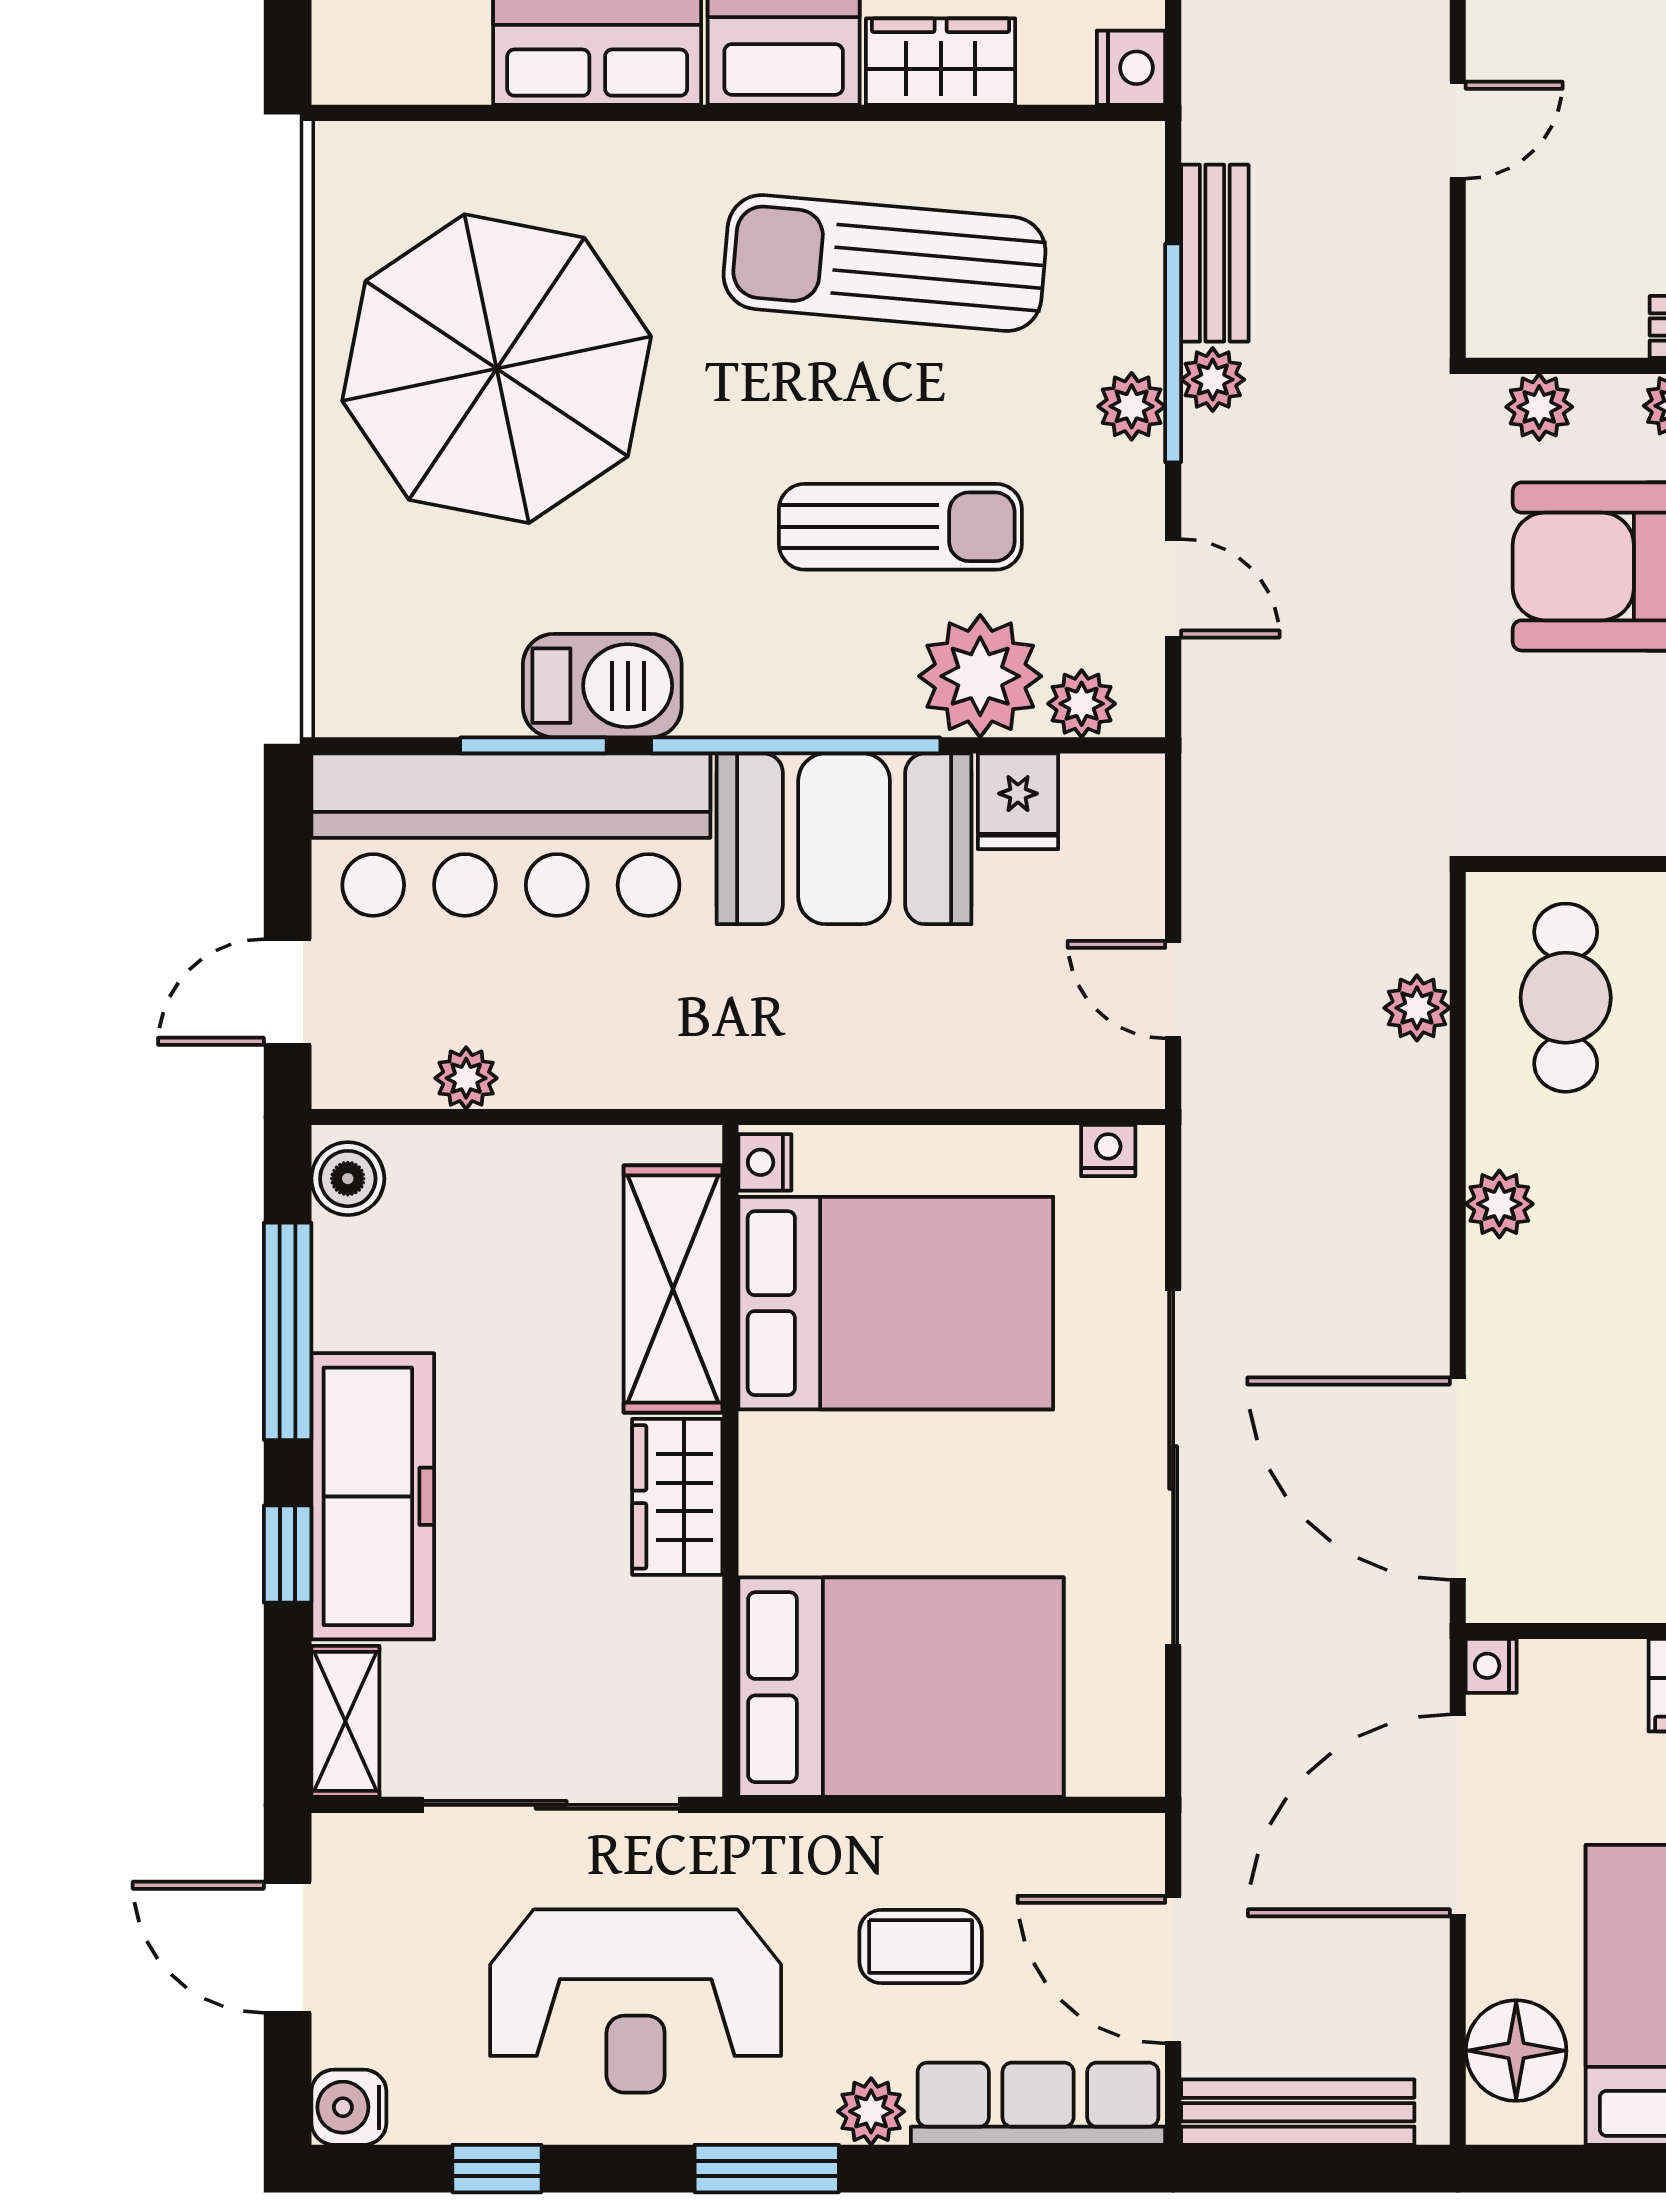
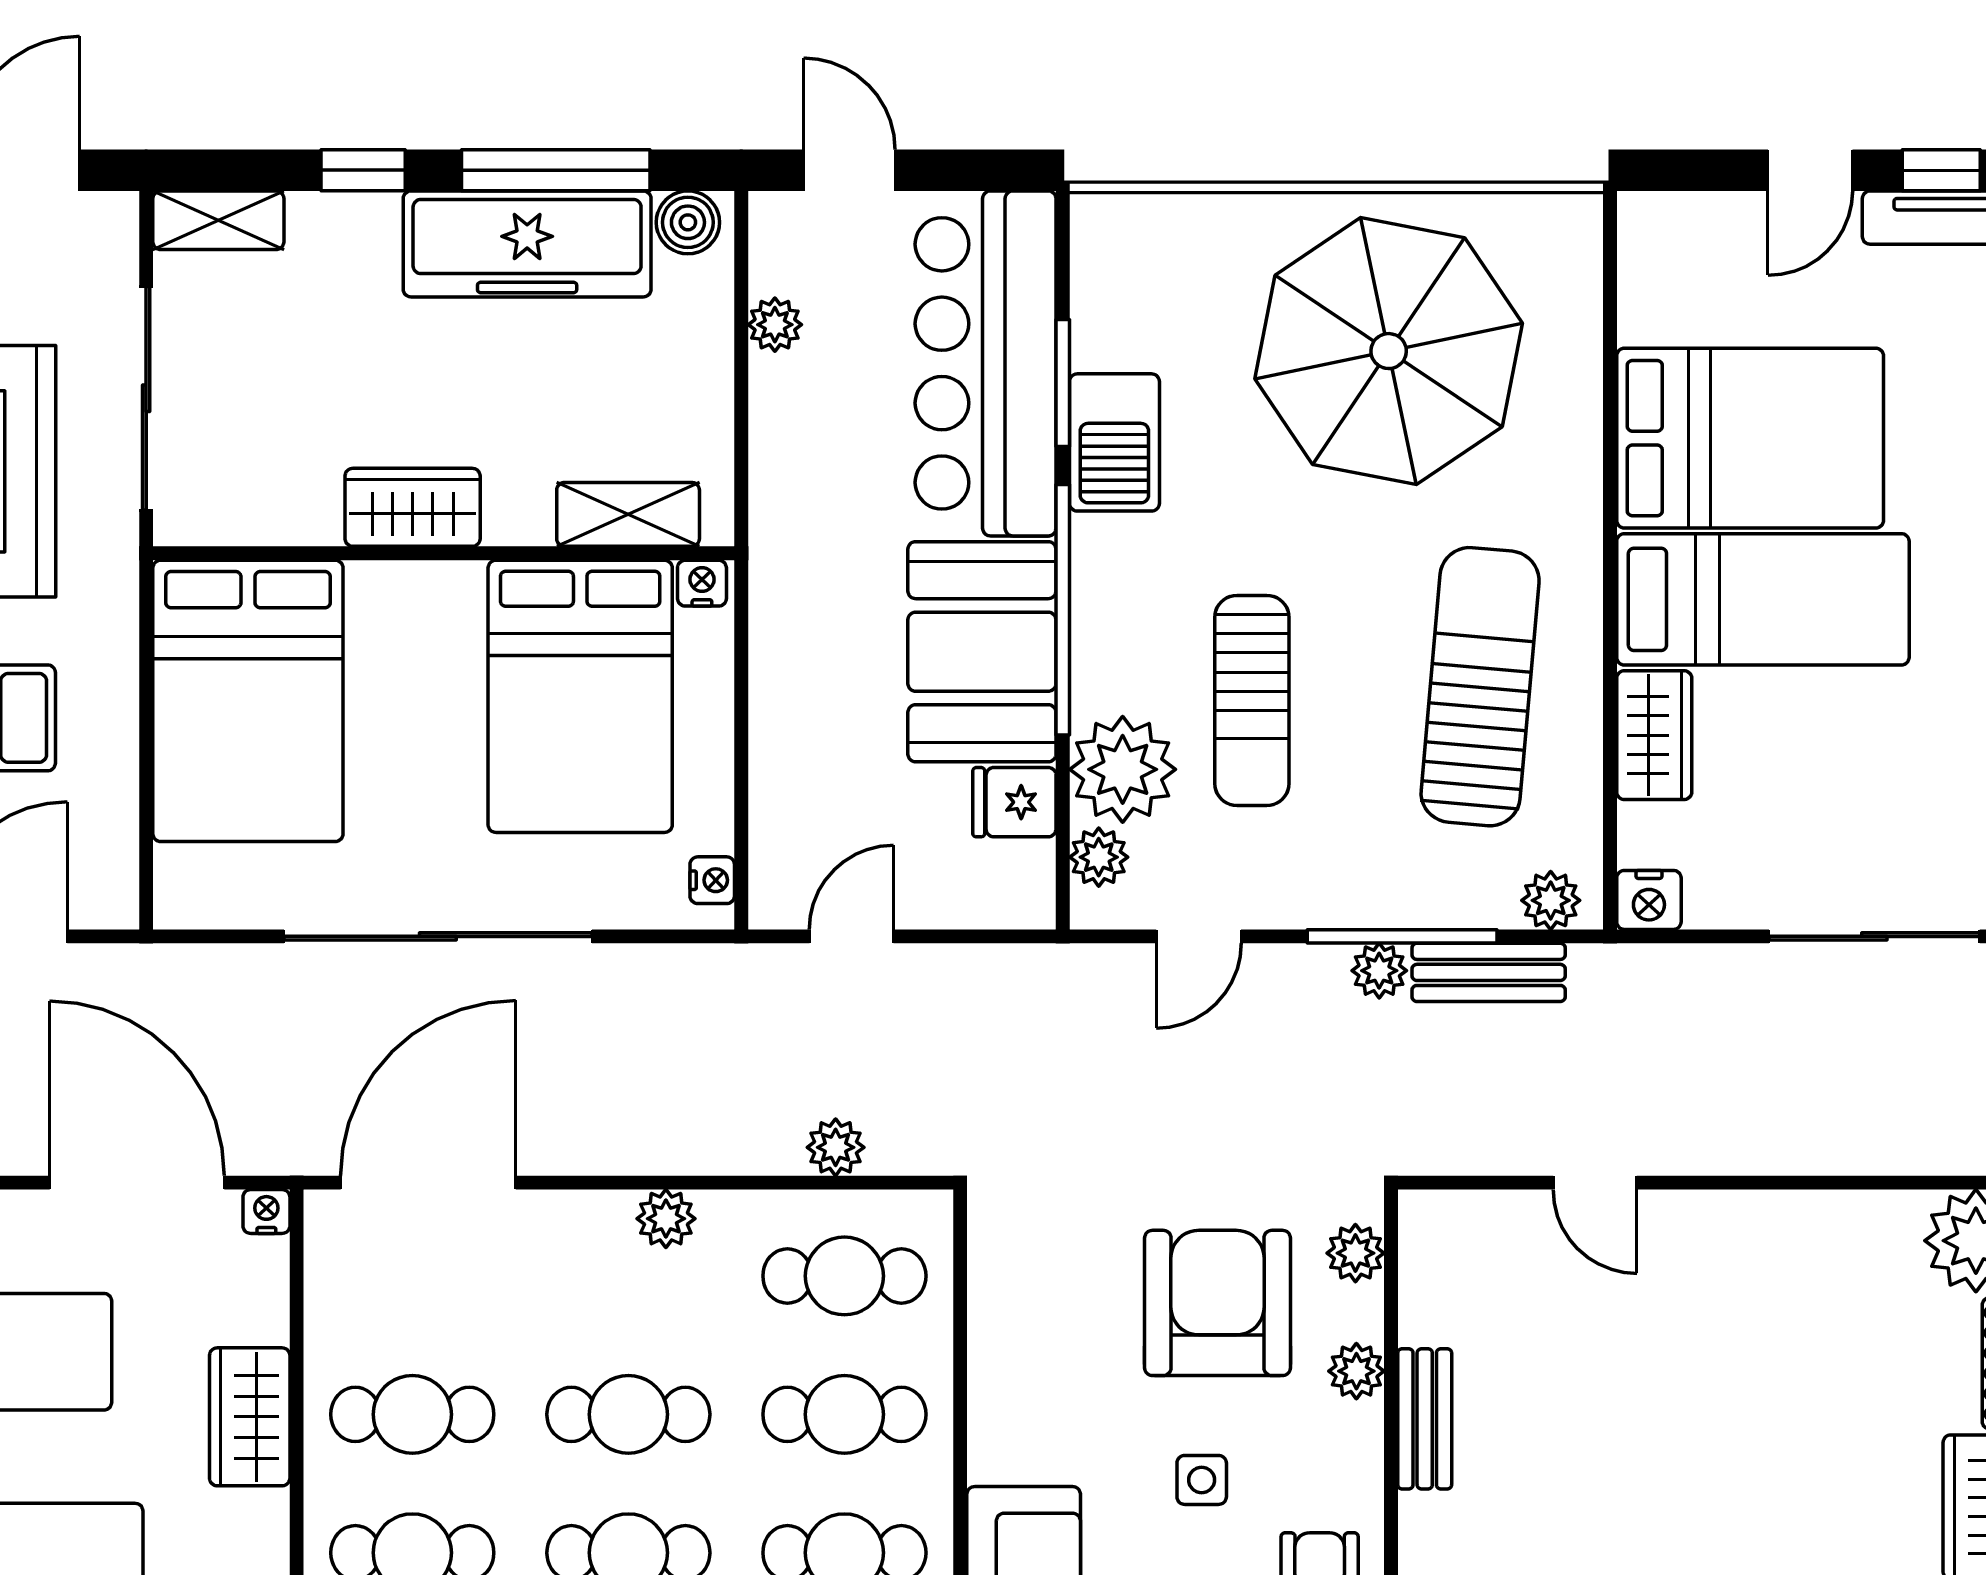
plant: (1132, 406) -> (1551, 900), moved
shelving: (673, 1289) -> (628, 514), width x0.67, depth x0.75
freezer: (373, 1496) -> (527, 244), moved

